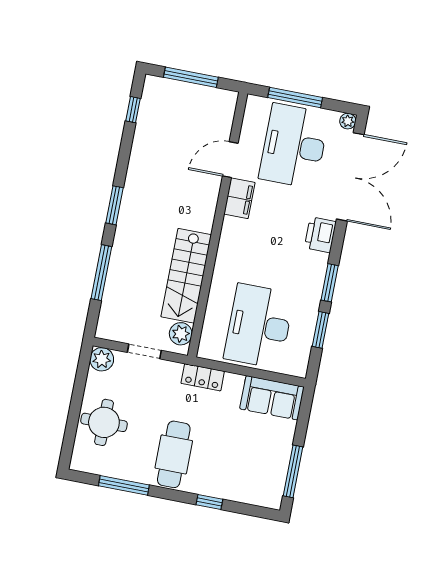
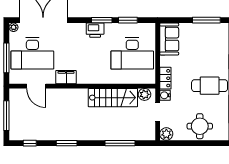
door: (230, 160) -> (36, 86), moved
window: (114, 205) -> (67, 143), moved
printer: (320, 235) -> (95, 30), moved
water cooler: (172, 371) -> (165, 95), added

